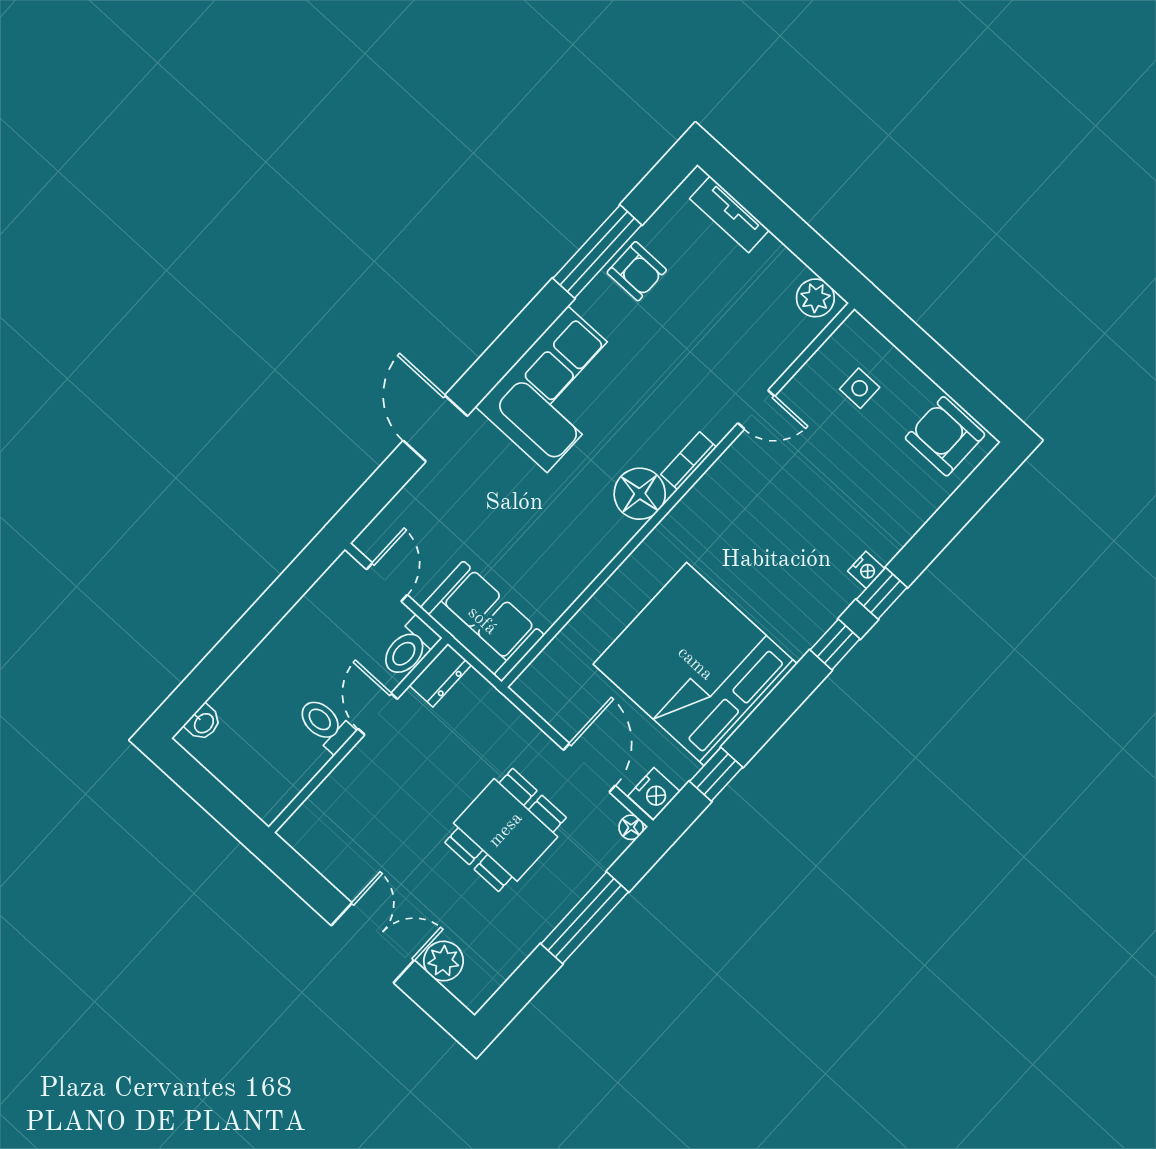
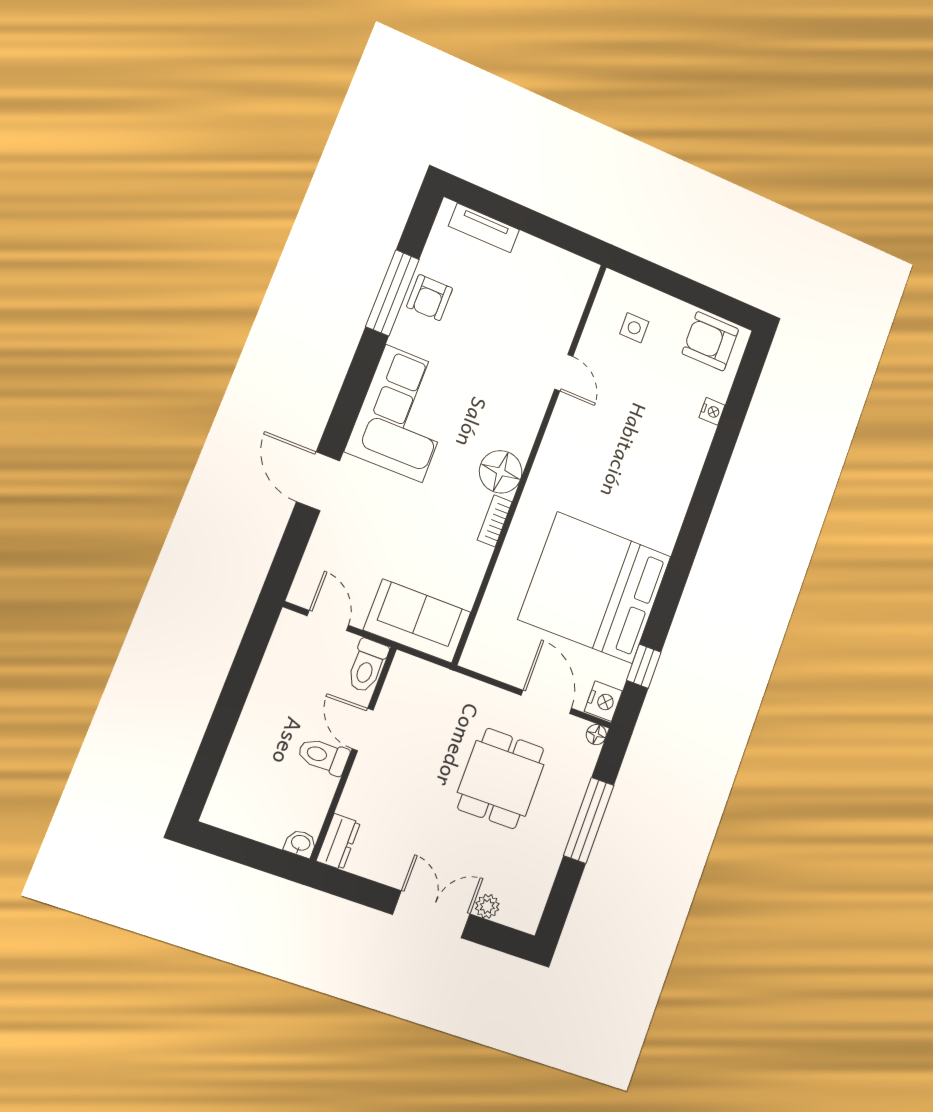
armchair: (637, 271) -> (430, 298), turned 90
plant: (815, 298) -> (574, 270), removed
door: (756, 410) -> (564, 373), hinge flipped
bookcase: (689, 461) -> (495, 521), moved
nightstand: (866, 570) -> (712, 411), moved
window: (882, 593) -> (711, 478), removed
window: (835, 644) -> (692, 531), removed
dresser: (440, 675) -> (338, 842), moved
washbasin: (203, 723) -> (300, 843), moved, turned -90
plant: (443, 961) -> (487, 906), width x0.73, depth x0.73

